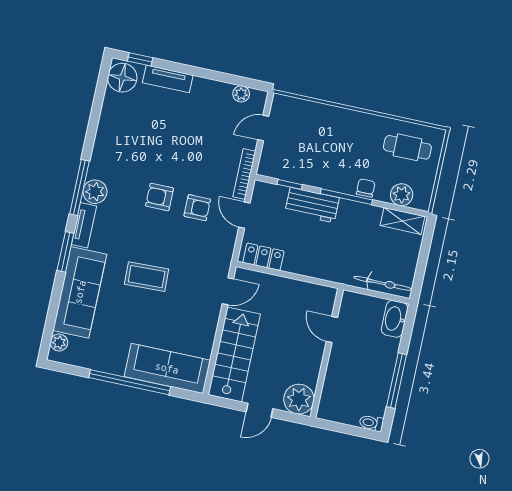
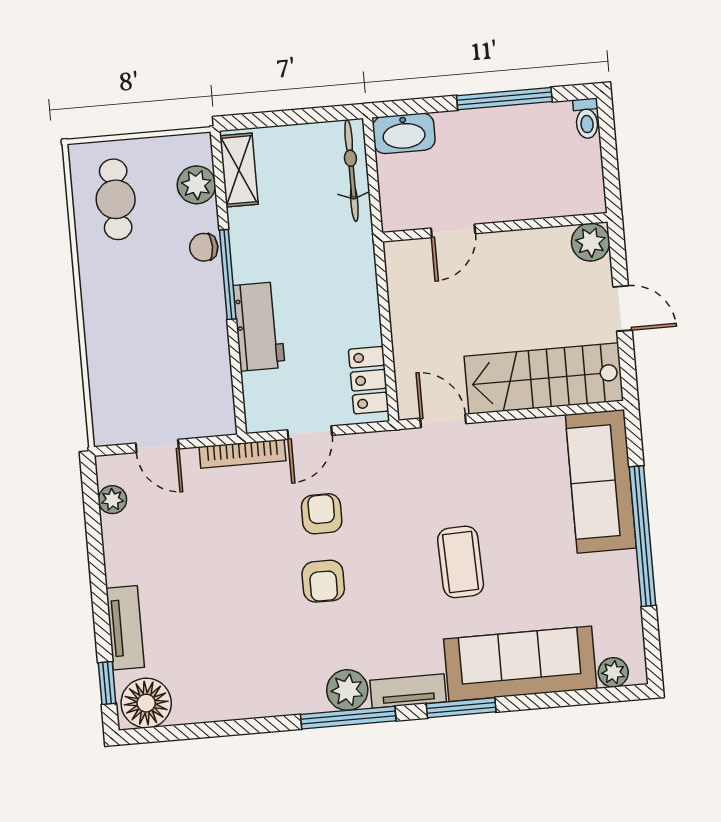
window: (290, 184) -> (236, 374), removed
plant: (299, 399) -> (591, 242), width x0.73, depth x0.73

